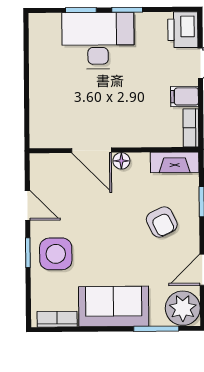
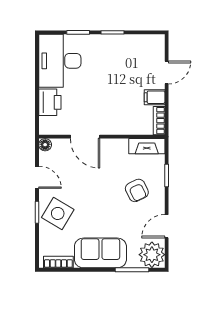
printer: (183, 30) -> (50, 102), moved, turned 180
desk: (98, 41) -> (60, 61), moved, turned -90
floor lamp: (121, 161) -> (45, 145), moved
side table: (56, 254) -> (58, 213), turned 31

